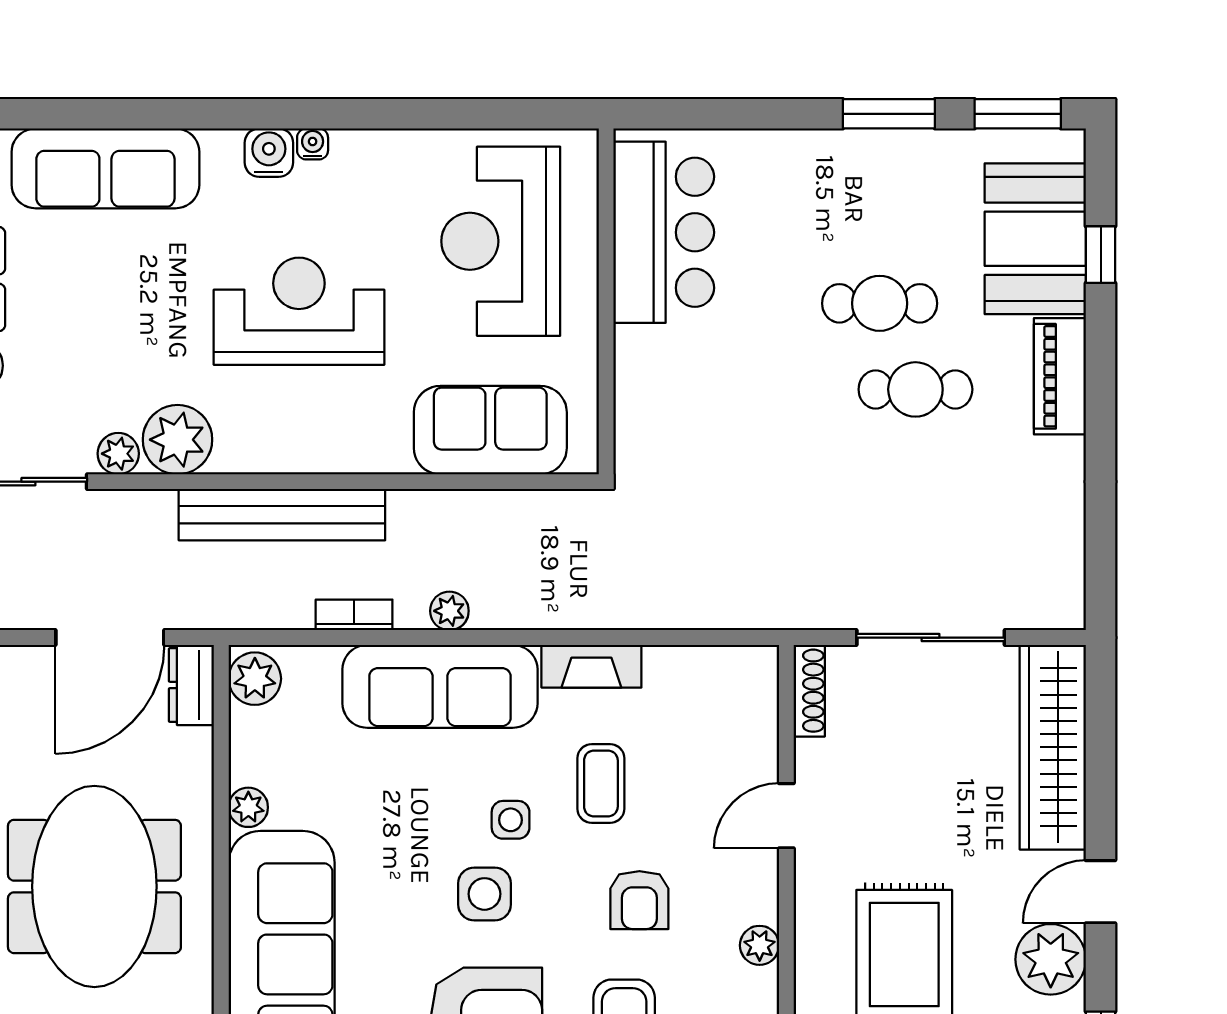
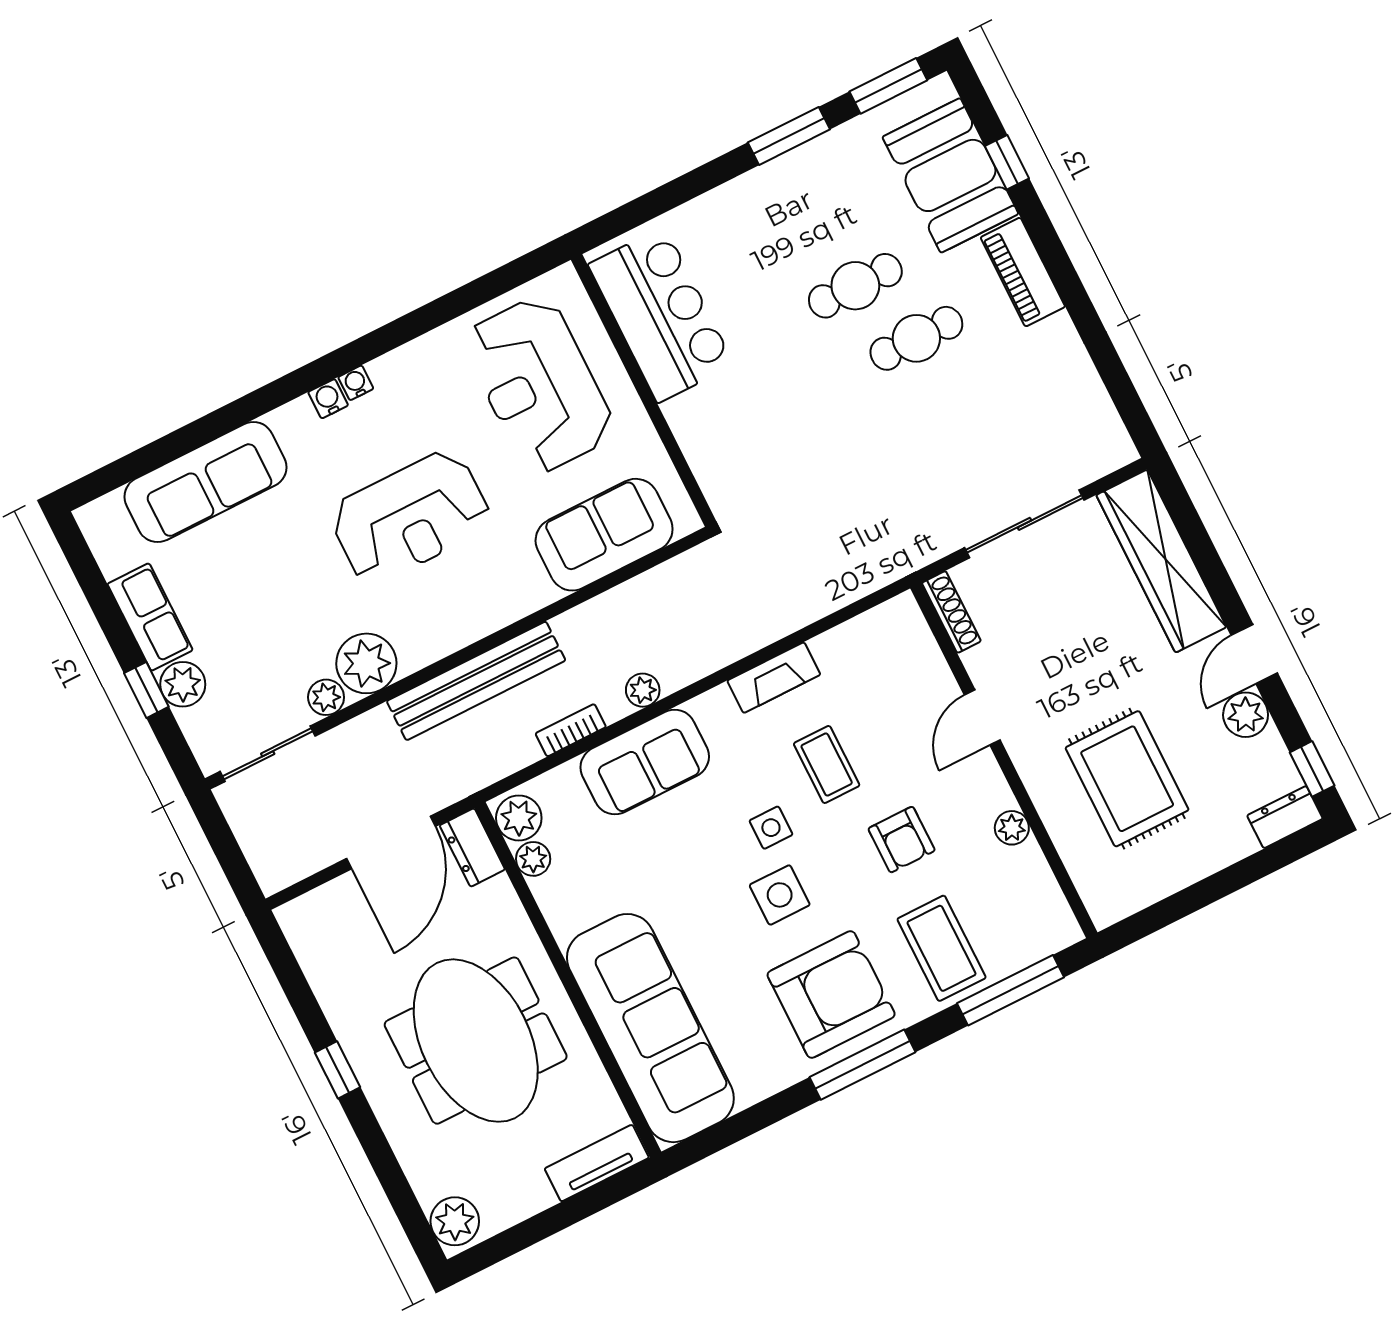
water cooler: (269, 153) -> (328, 399), width x0.72, depth x0.72
reception desk: (299, 311) -> (410, 517), turned 180
sofa: (440, 686) -> (645, 762), width x0.73
plant: (248, 807) -> (533, 859), moved
plant: (1051, 959) -> (1246, 715), width x0.73, depth x0.73

